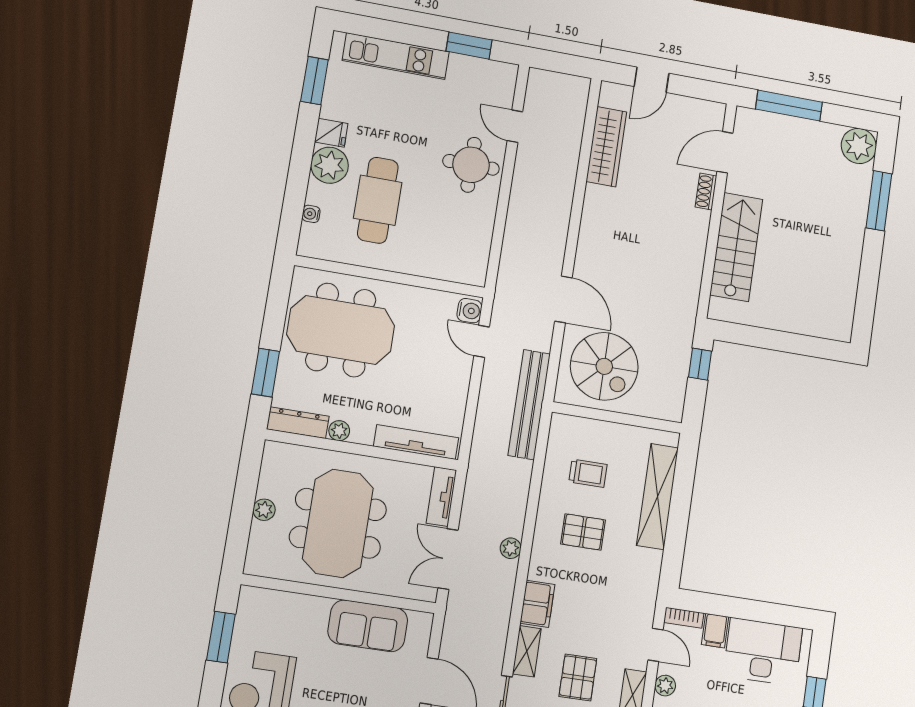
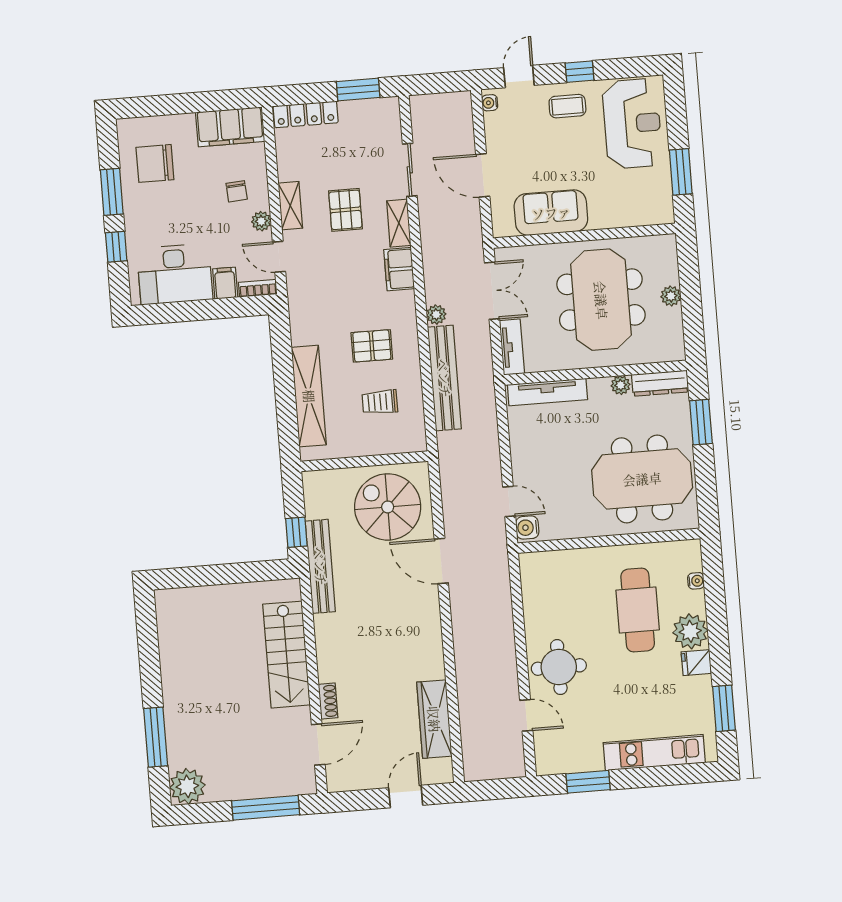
bench: (684, 325) -> (320, 566), added
bench: (529, 405) -> (444, 378), moved

